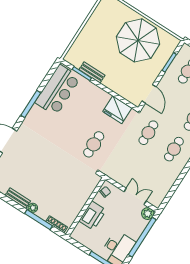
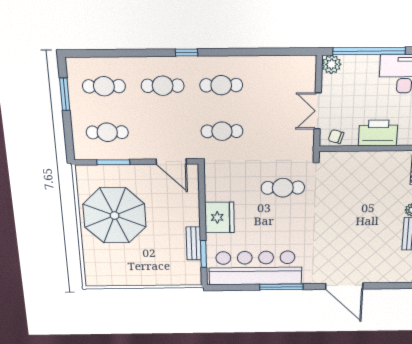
bar counter: (58, 90) -> (255, 268), width x1.36
door: (149, 94) -> (171, 161), swing flipped
fridge: (117, 110) -> (219, 217), moved
double door: (135, 196) -> (318, 111), moved

